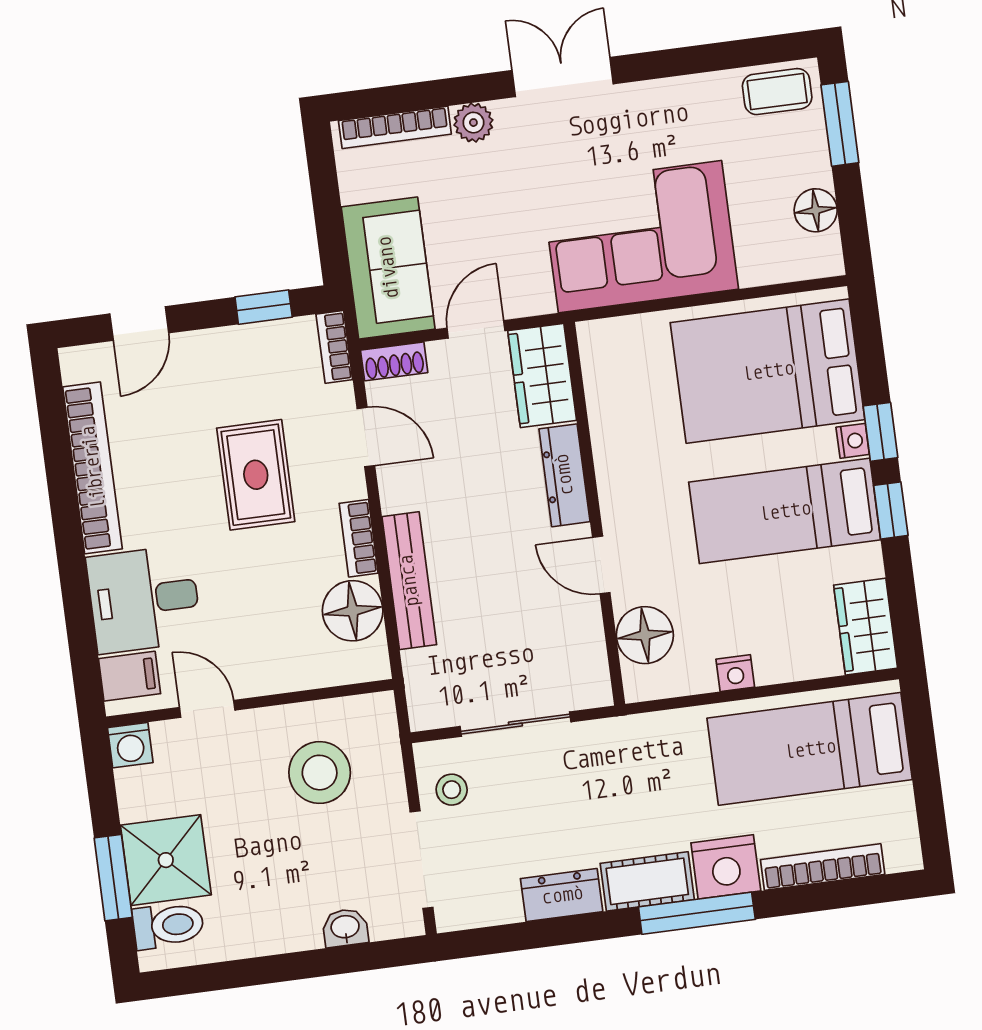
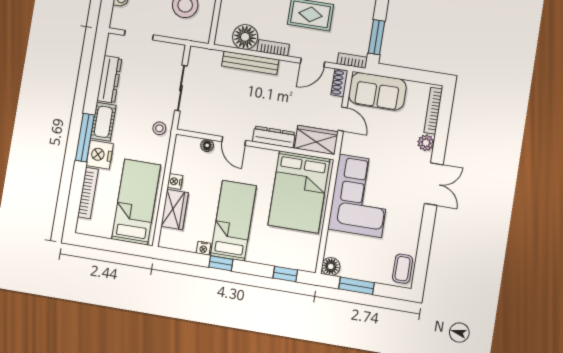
window: (840, 124) -> (357, 286), moved
floor lamp: (816, 210) -> (331, 266), moved
window: (264, 307) -> (376, 37), width x1.50
bed: (768, 371) -> (299, 192), moved, turned 180
window: (880, 432) -> (285, 274), moved
nightstand: (853, 441) -> (203, 248), moved
door: (601, 565) -> (234, 141), swing flipped
wardrobe: (866, 627) -> (175, 209), moved, turned 90
floor lamp: (645, 635) -> (207, 145), width x0.53, depth x0.53
stool: (452, 790) -> (159, 128), moved
doorway: (422, 860) -> (139, 35), width x0.73
dresser: (562, 895) -> (109, 79), width x1.44

